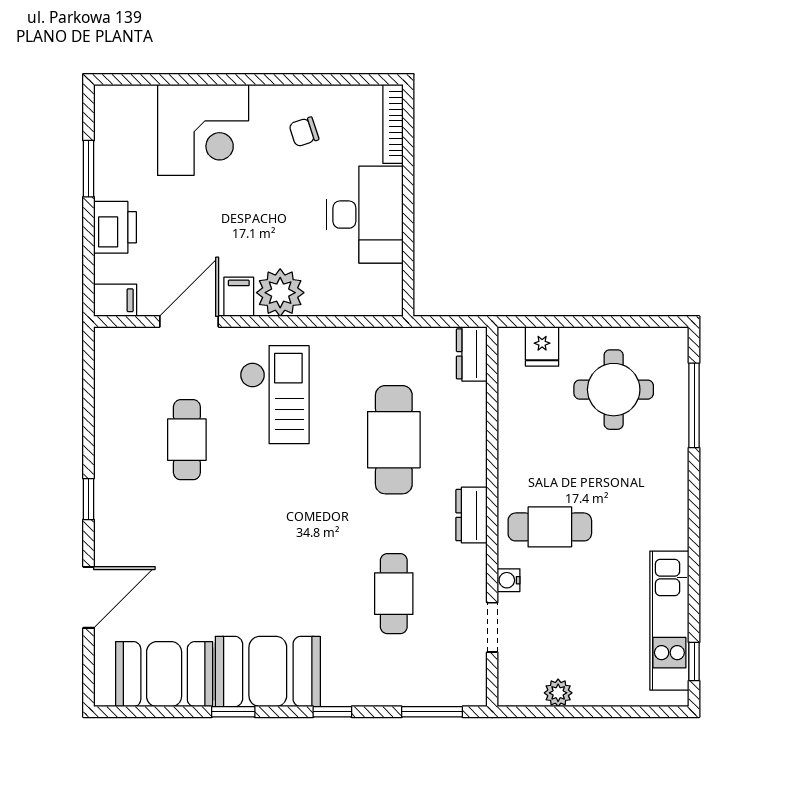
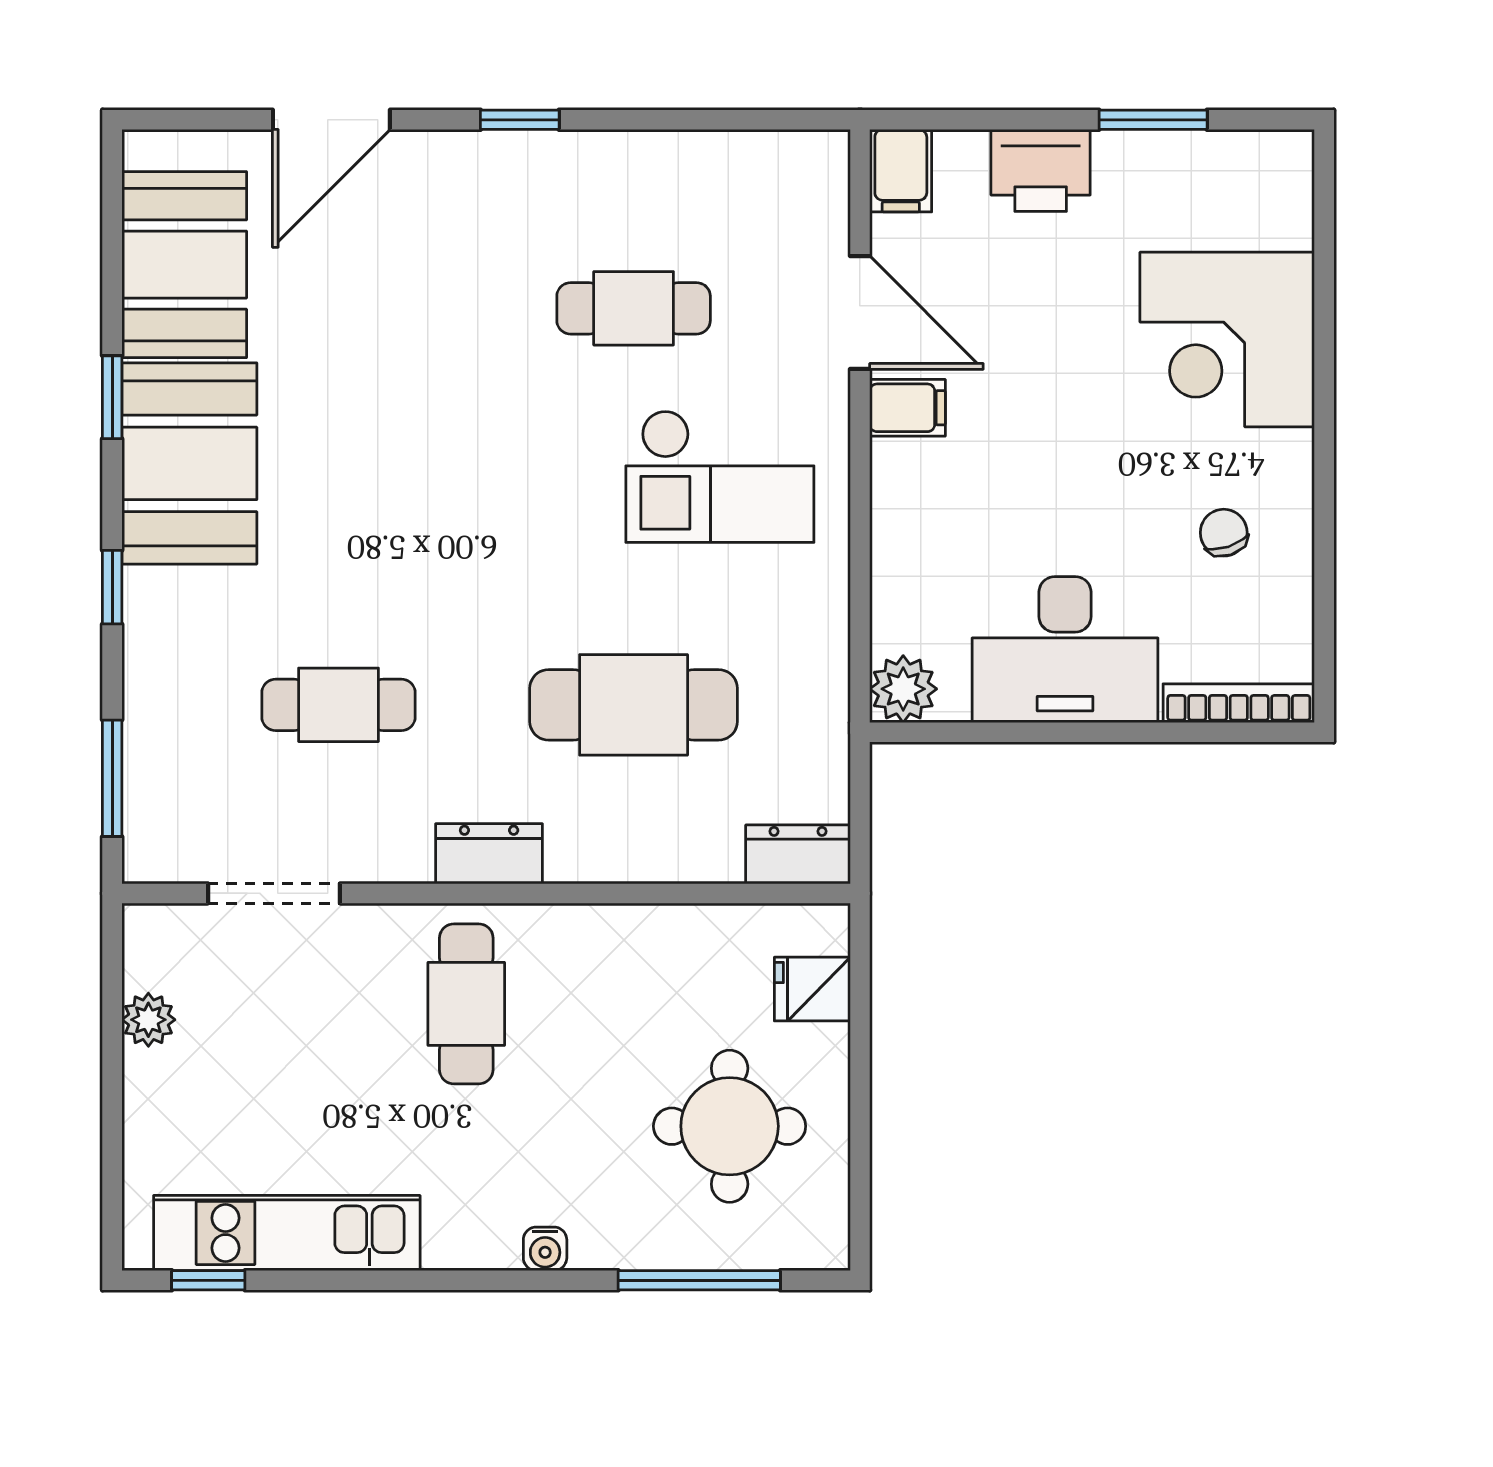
plant: (280, 293) -> (903, 689), moved, width x0.73, depth x0.73
water cooler: (509, 580) -> (545, 1249), moved, turned 180
door: (89, 597) -> (331, 120), hinge flipped
doorway: (492, 627) -> (274, 893), width x1.38

